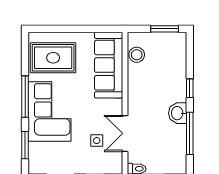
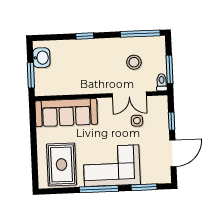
window: (165, 29) -> (31, 75), moved
stool: (137, 55) -> (134, 62), moved
washbasin: (178, 113) -> (41, 58), moved, turned -90
window: (190, 133) -> (140, 34), moved

